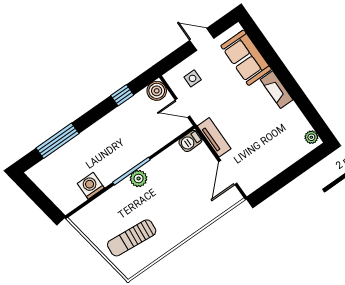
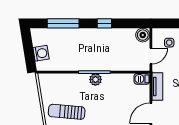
window: (122, 95) -> (104, 23), moved
door: (182, 108) -> (151, 56), swing flipped
washing machine: (91, 186) -> (41, 53), moved, turned 81

